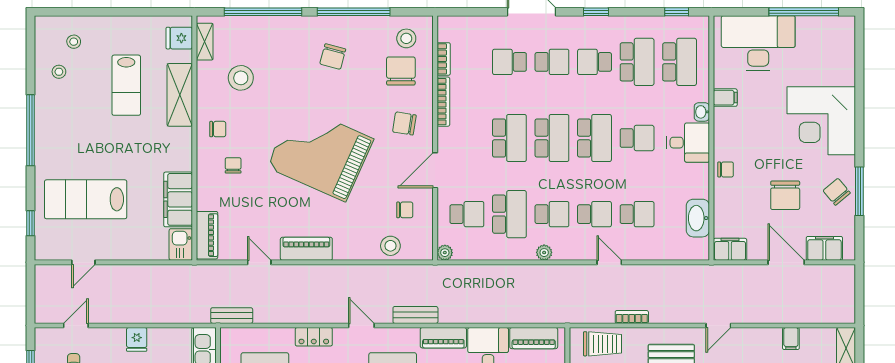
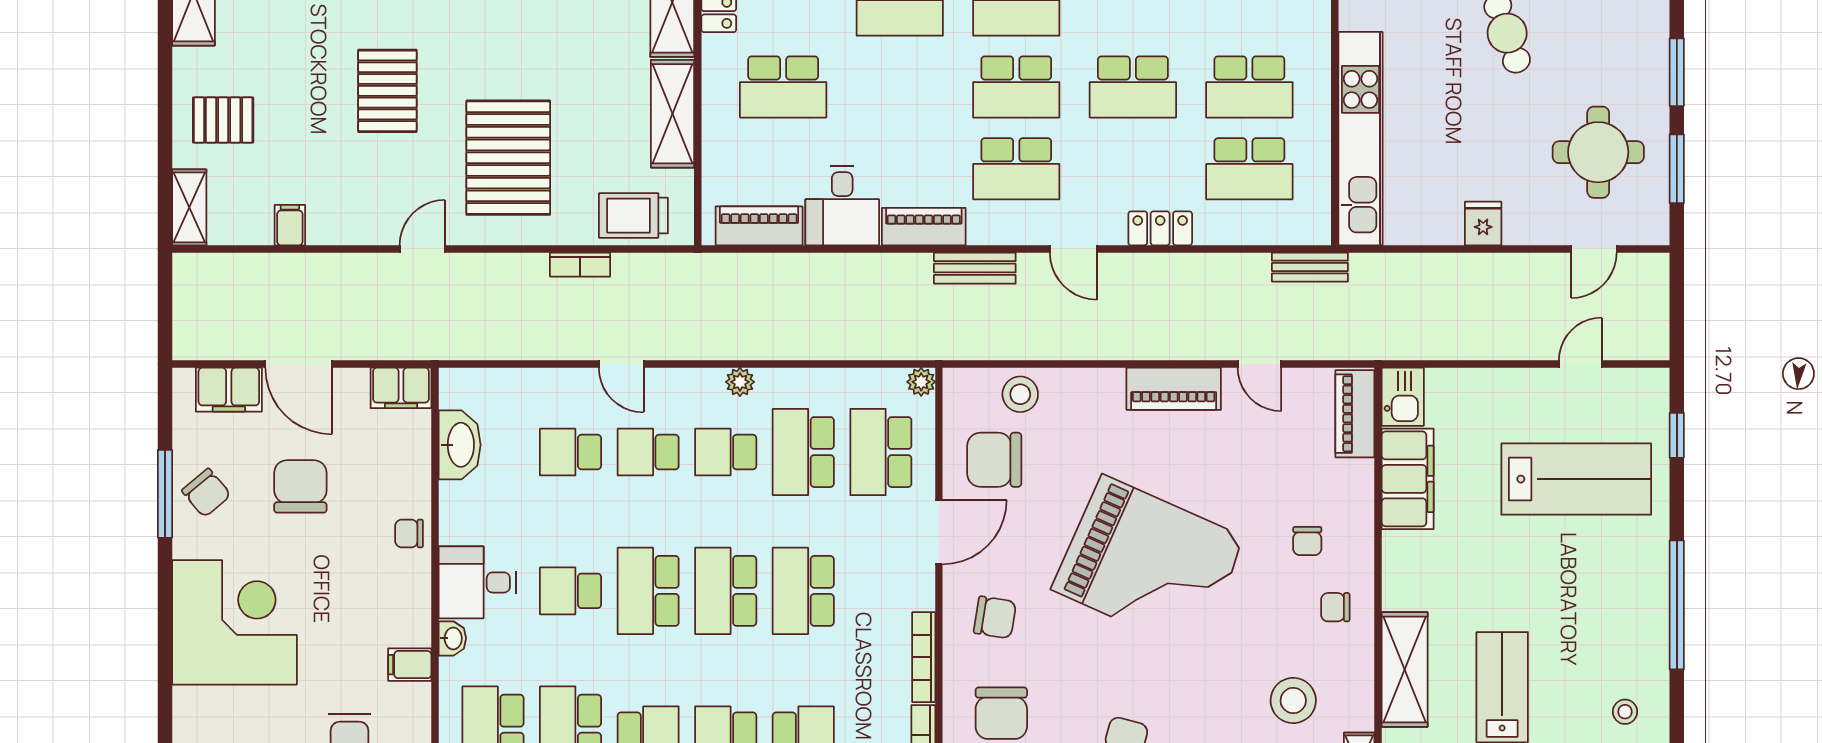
chair: (405, 210) -> (994, 460), width x1.87, depth x1.87
school desk: (467, 214) -> (881, 452), width x1.85

